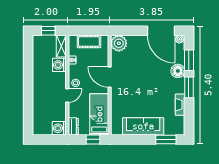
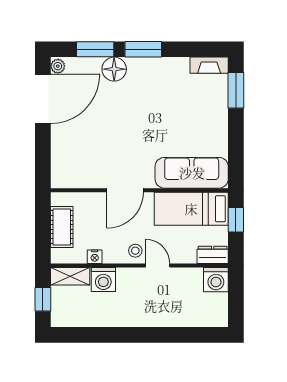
plant: (119, 43) -> (65, 174), removed
fireplace: (180, 105) -> (209, 65), moved
sofa: (143, 126) -> (192, 173), moved, turned 90

